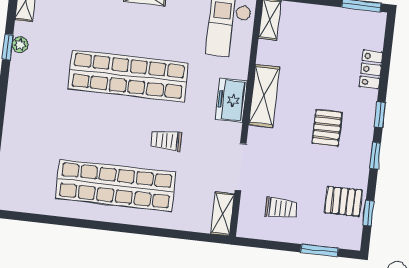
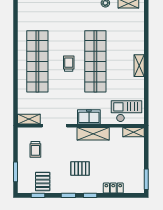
trolley: (166, 140) -> (69, 64), moved

